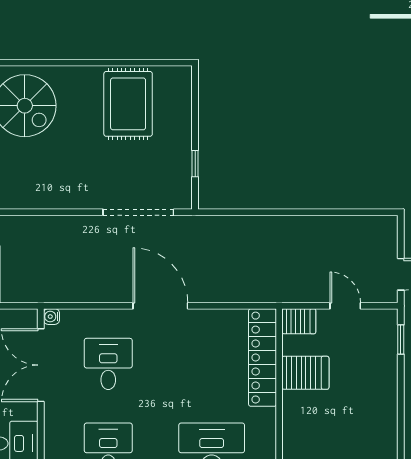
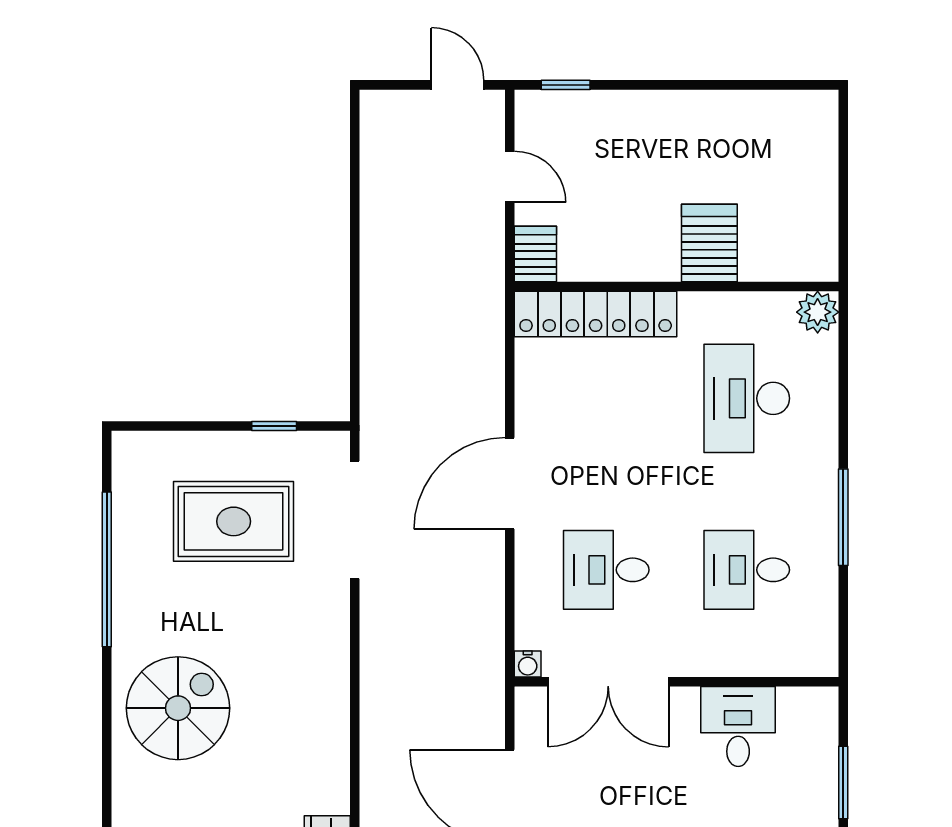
window: (108, 63) -> (107, 569), added
rug: (128, 104) -> (234, 521), moved
door: (345, 306) -> (510, 177), swing flipped
server rack: (305, 373) -> (709, 243), moved

